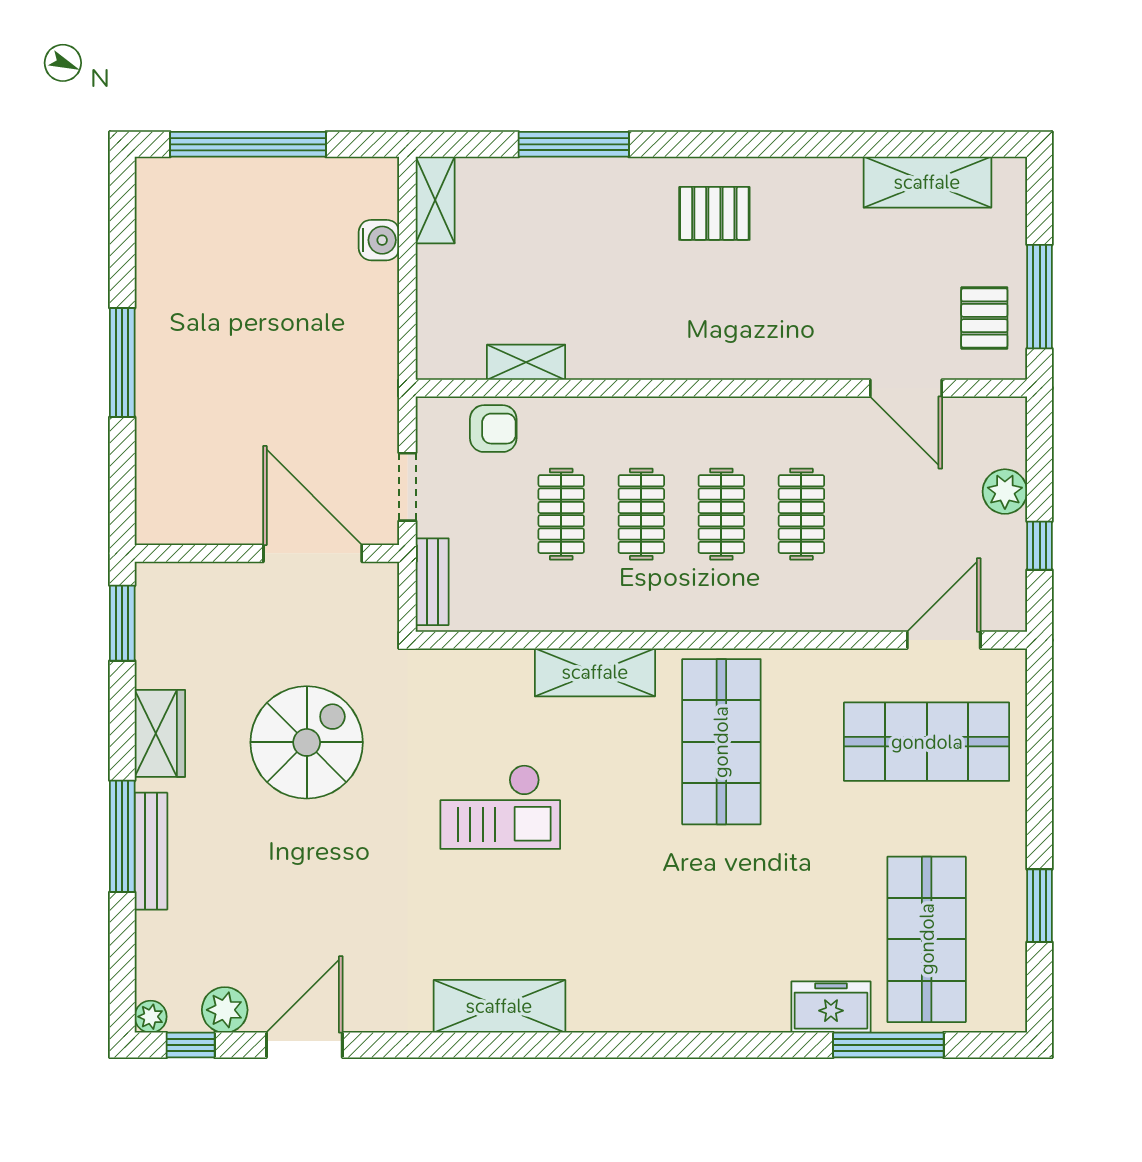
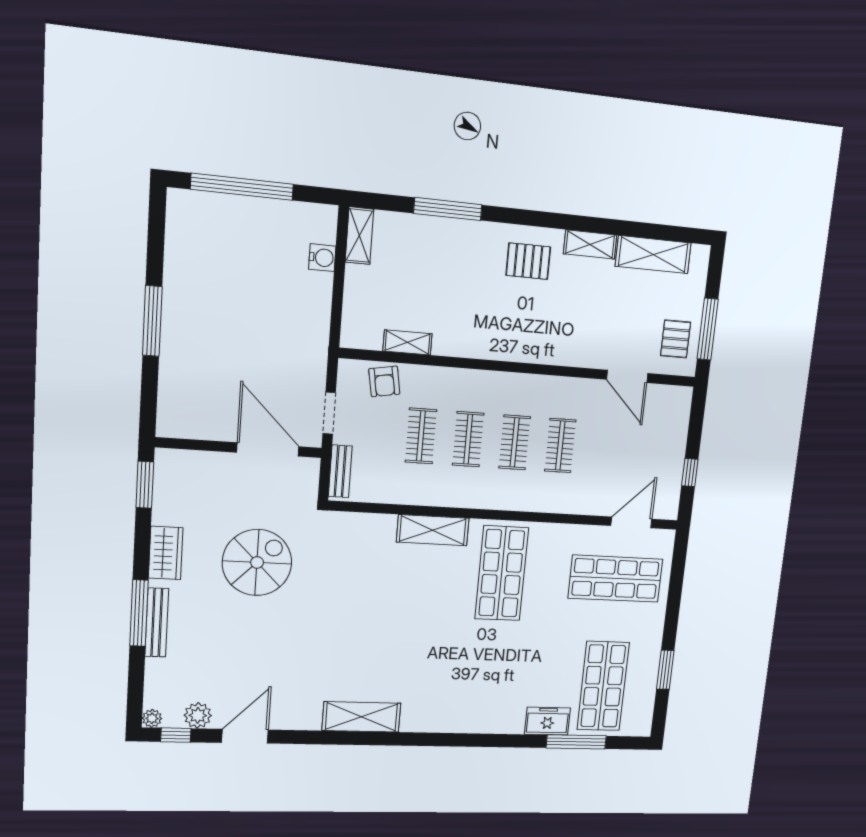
shelving: (816, 176) -> (590, 244), added
armchair: (493, 429) -> (384, 381), turned 80
plant: (1005, 492) -> (675, 440), removed
checkout: (500, 807) -> (371, 605), removed

